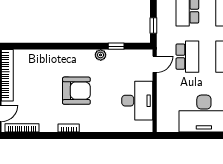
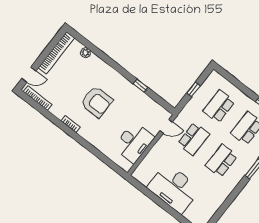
window: (153, 25) -> (194, 89), moved
window: (116, 46) -> (141, 86), moved
plant: (101, 55) -> (86, 53), moved

